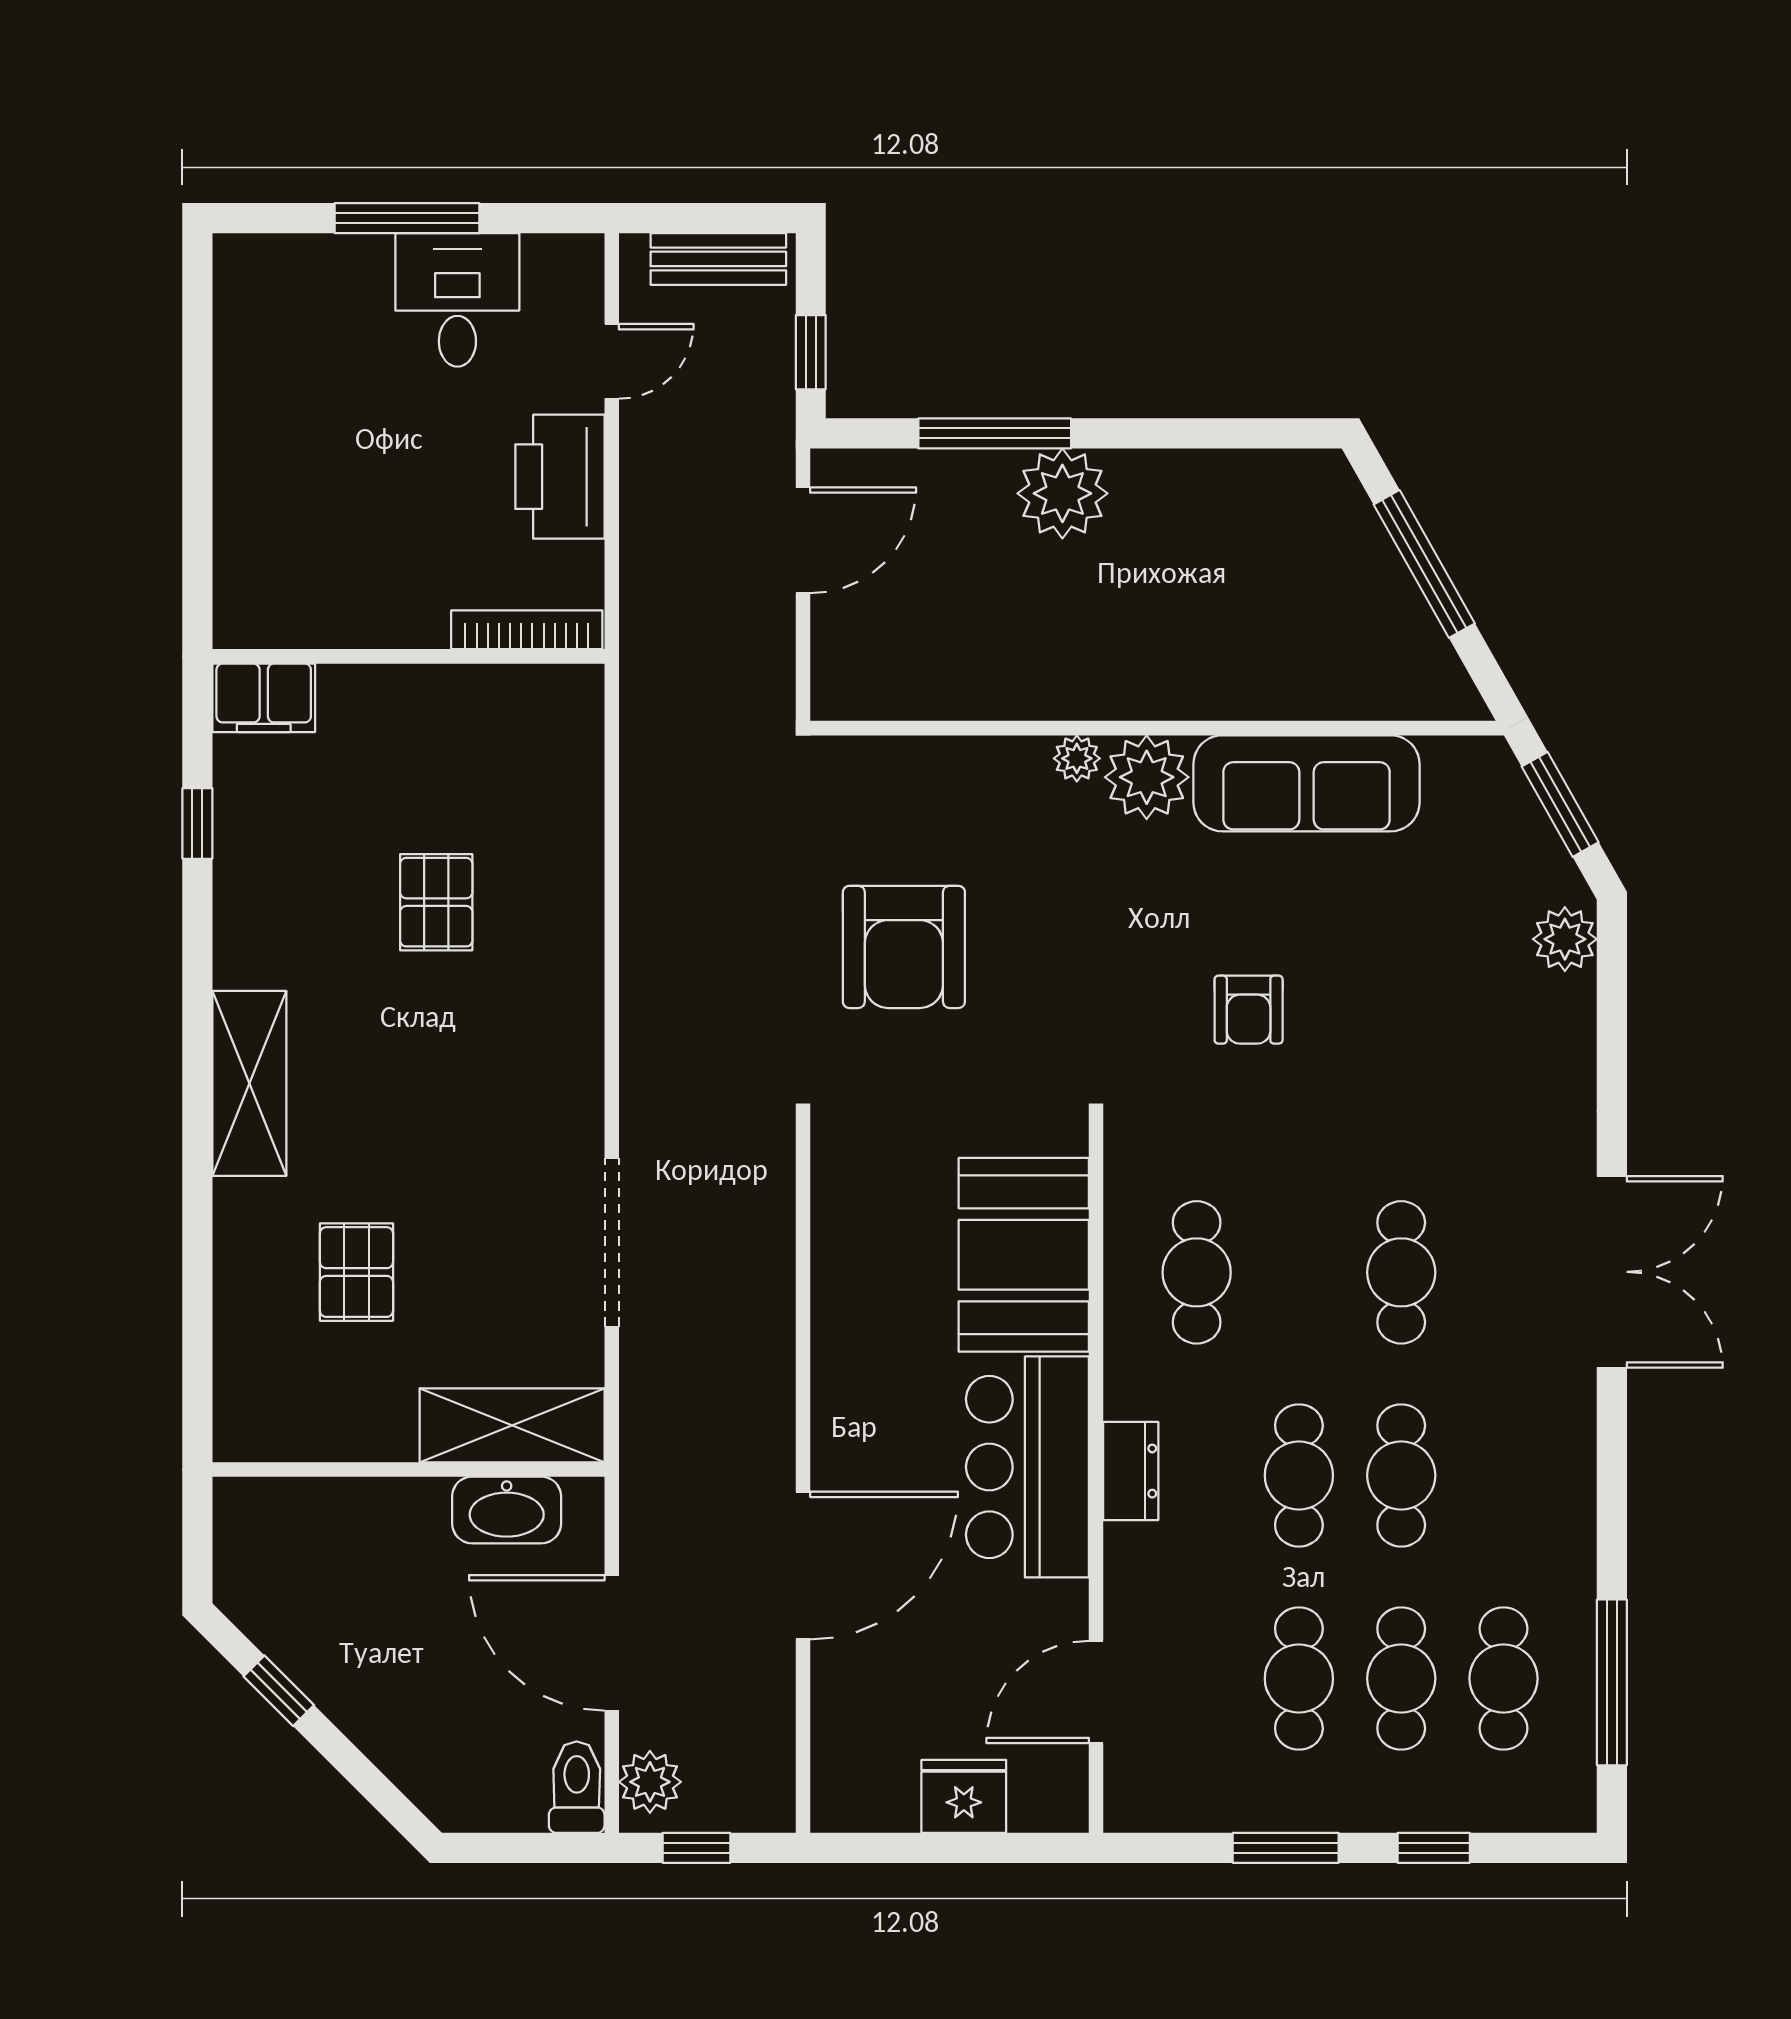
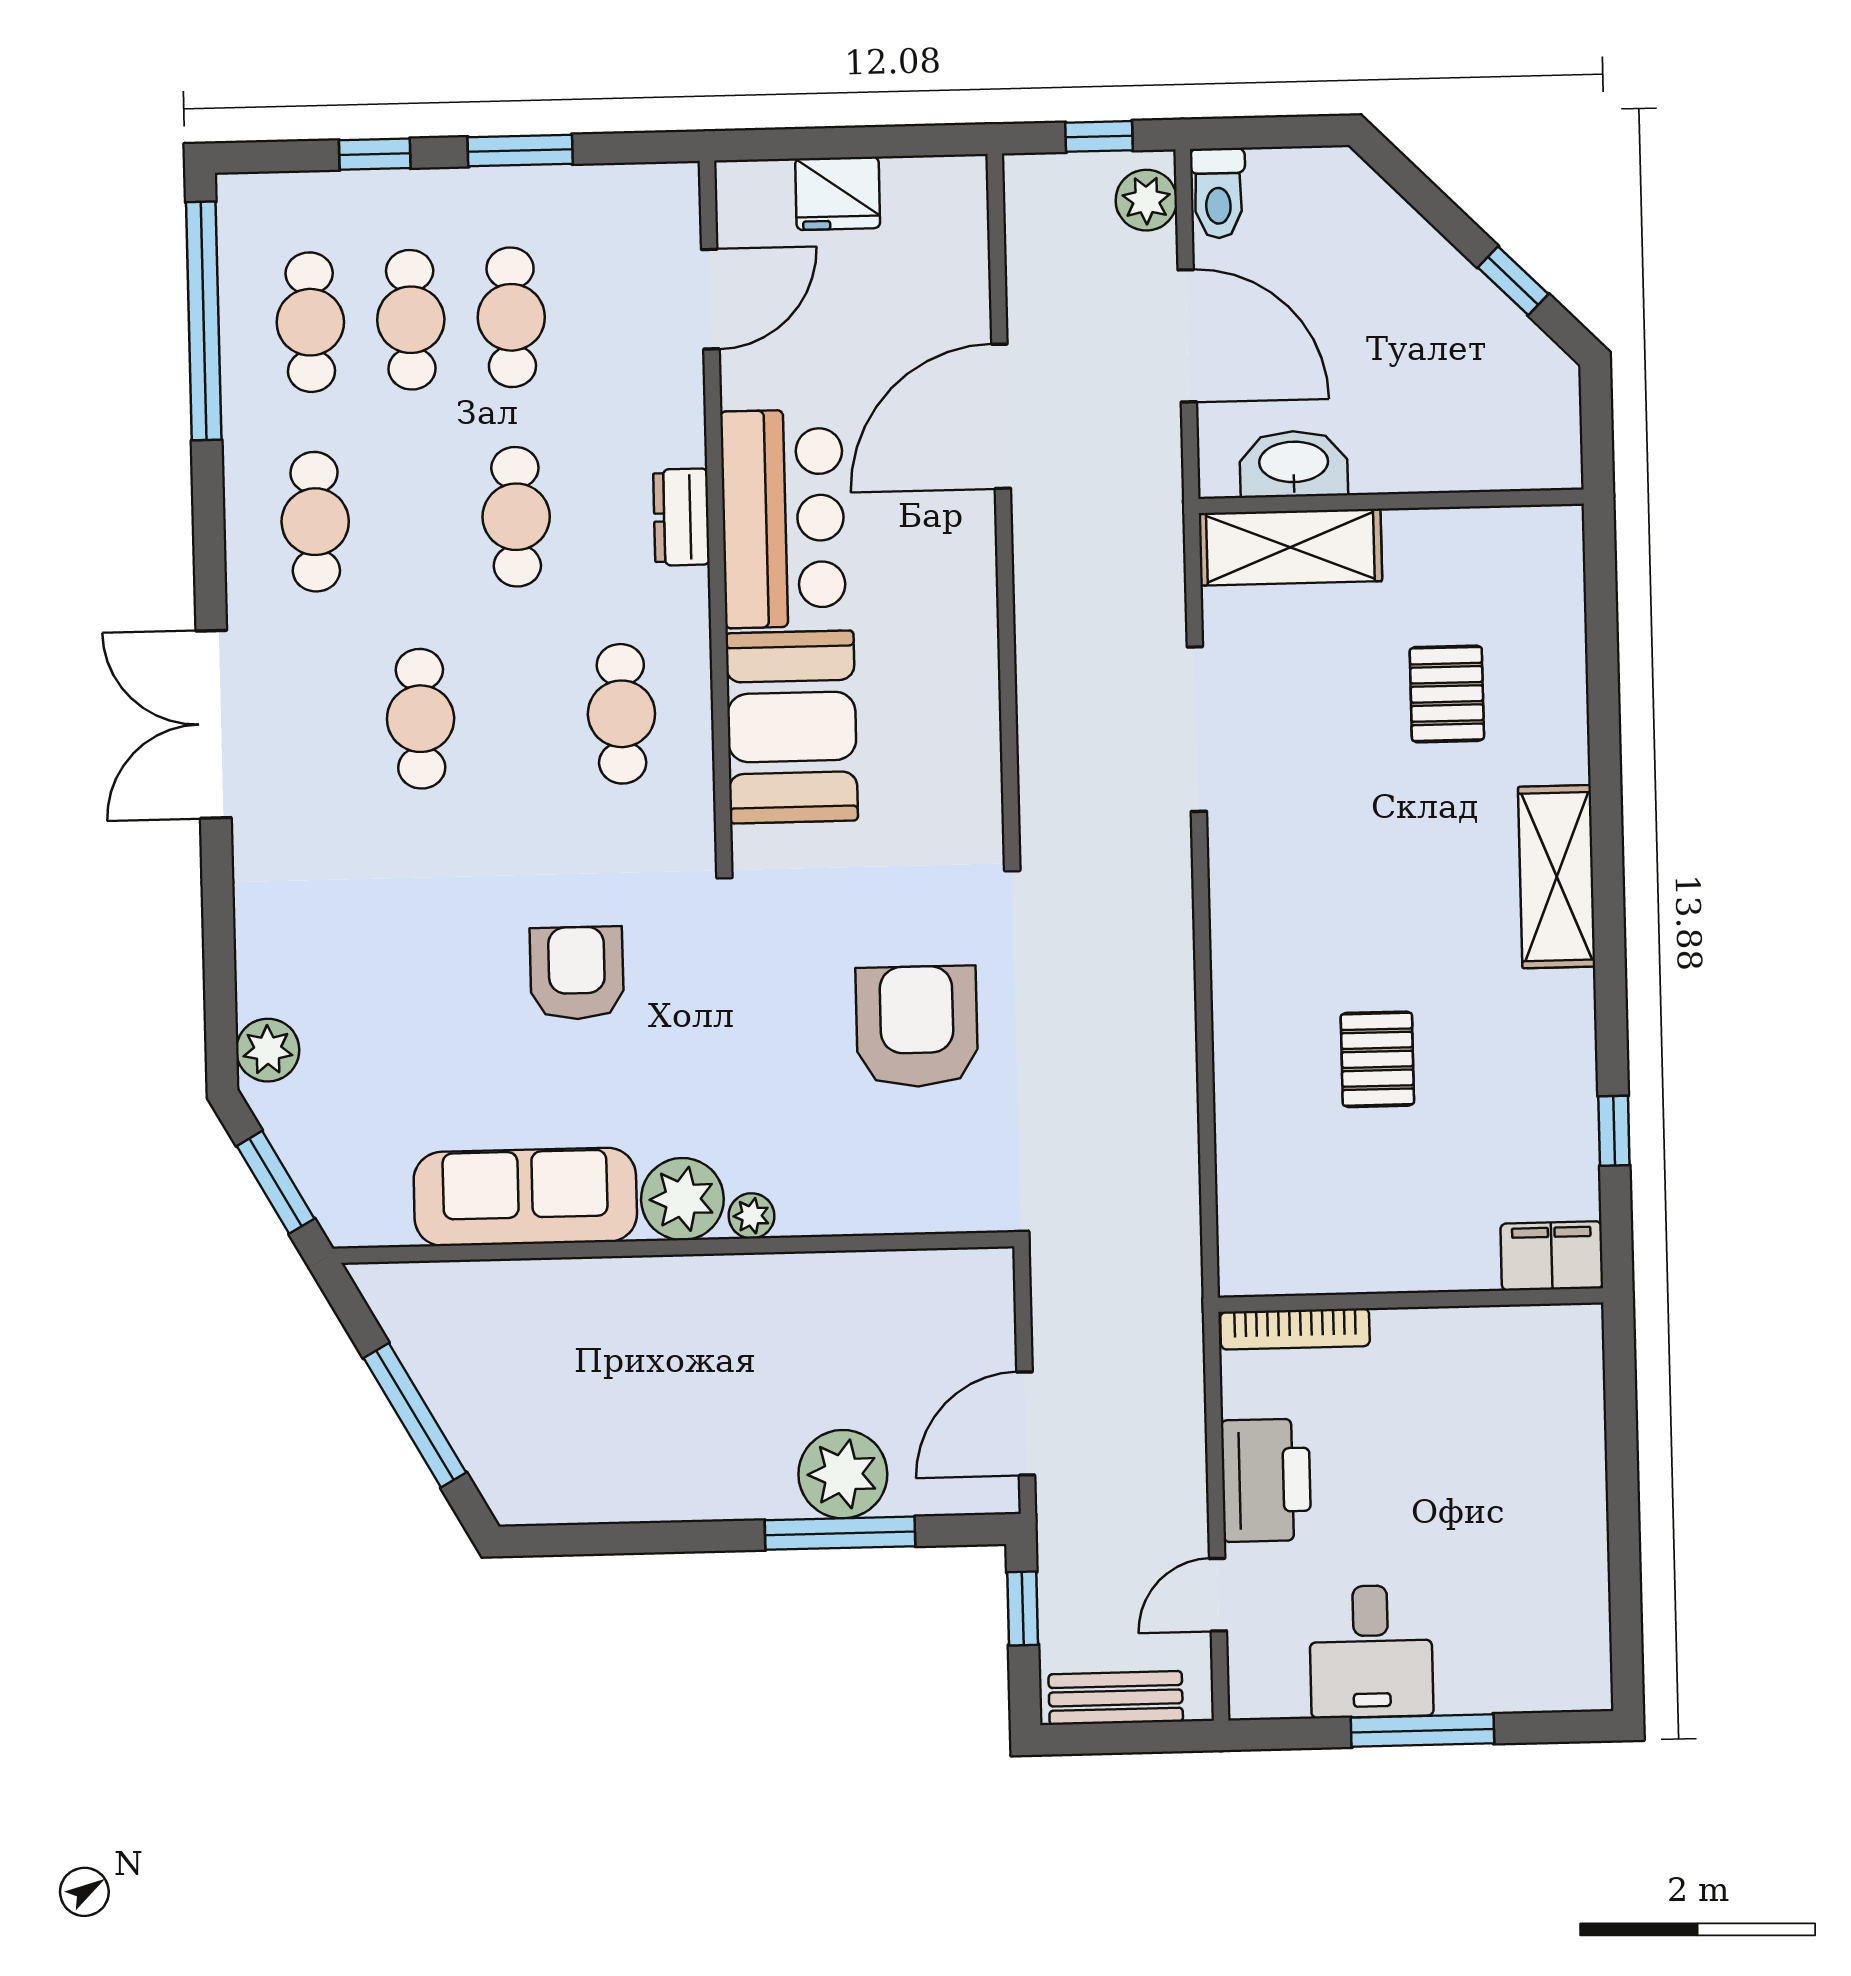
plant: (1062, 493) -> (843, 1474), moved
armchair: (1249, 1010) -> (577, 973), width x1.38, depth x1.38
cafe table: (1401, 1475) -> (315, 522), moved
window: (1612, 1682) -> (204, 321), width x1.46

